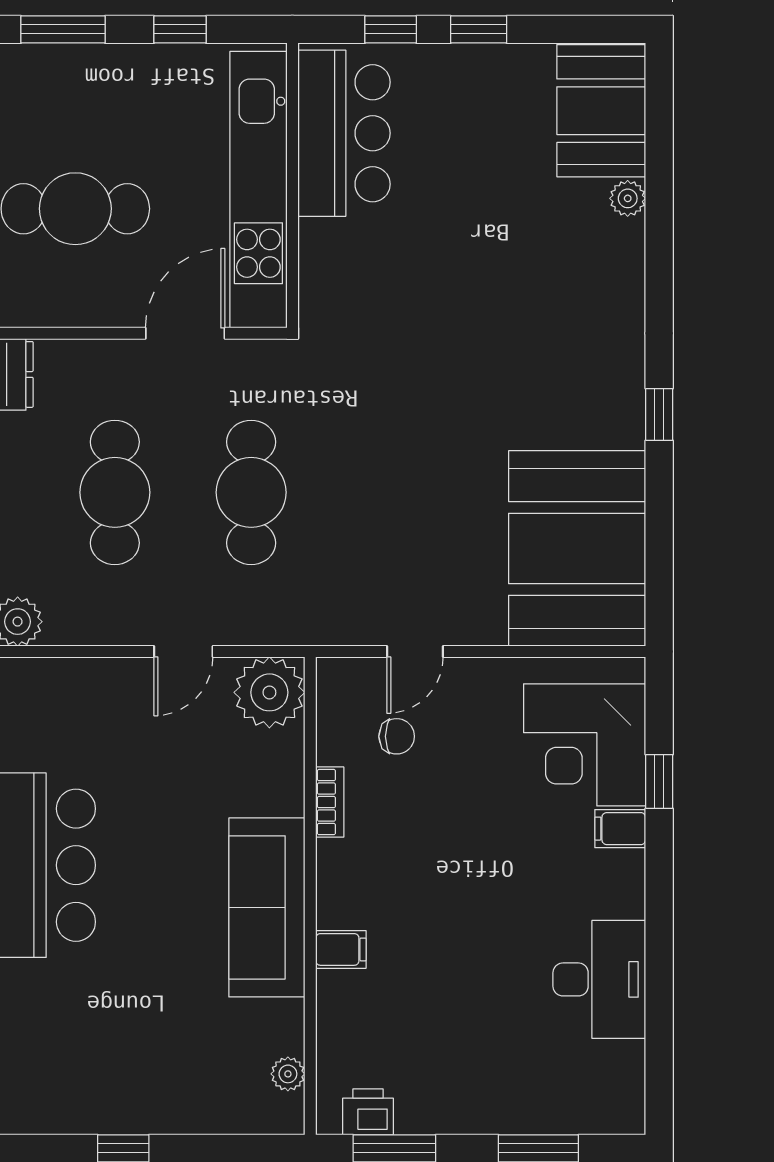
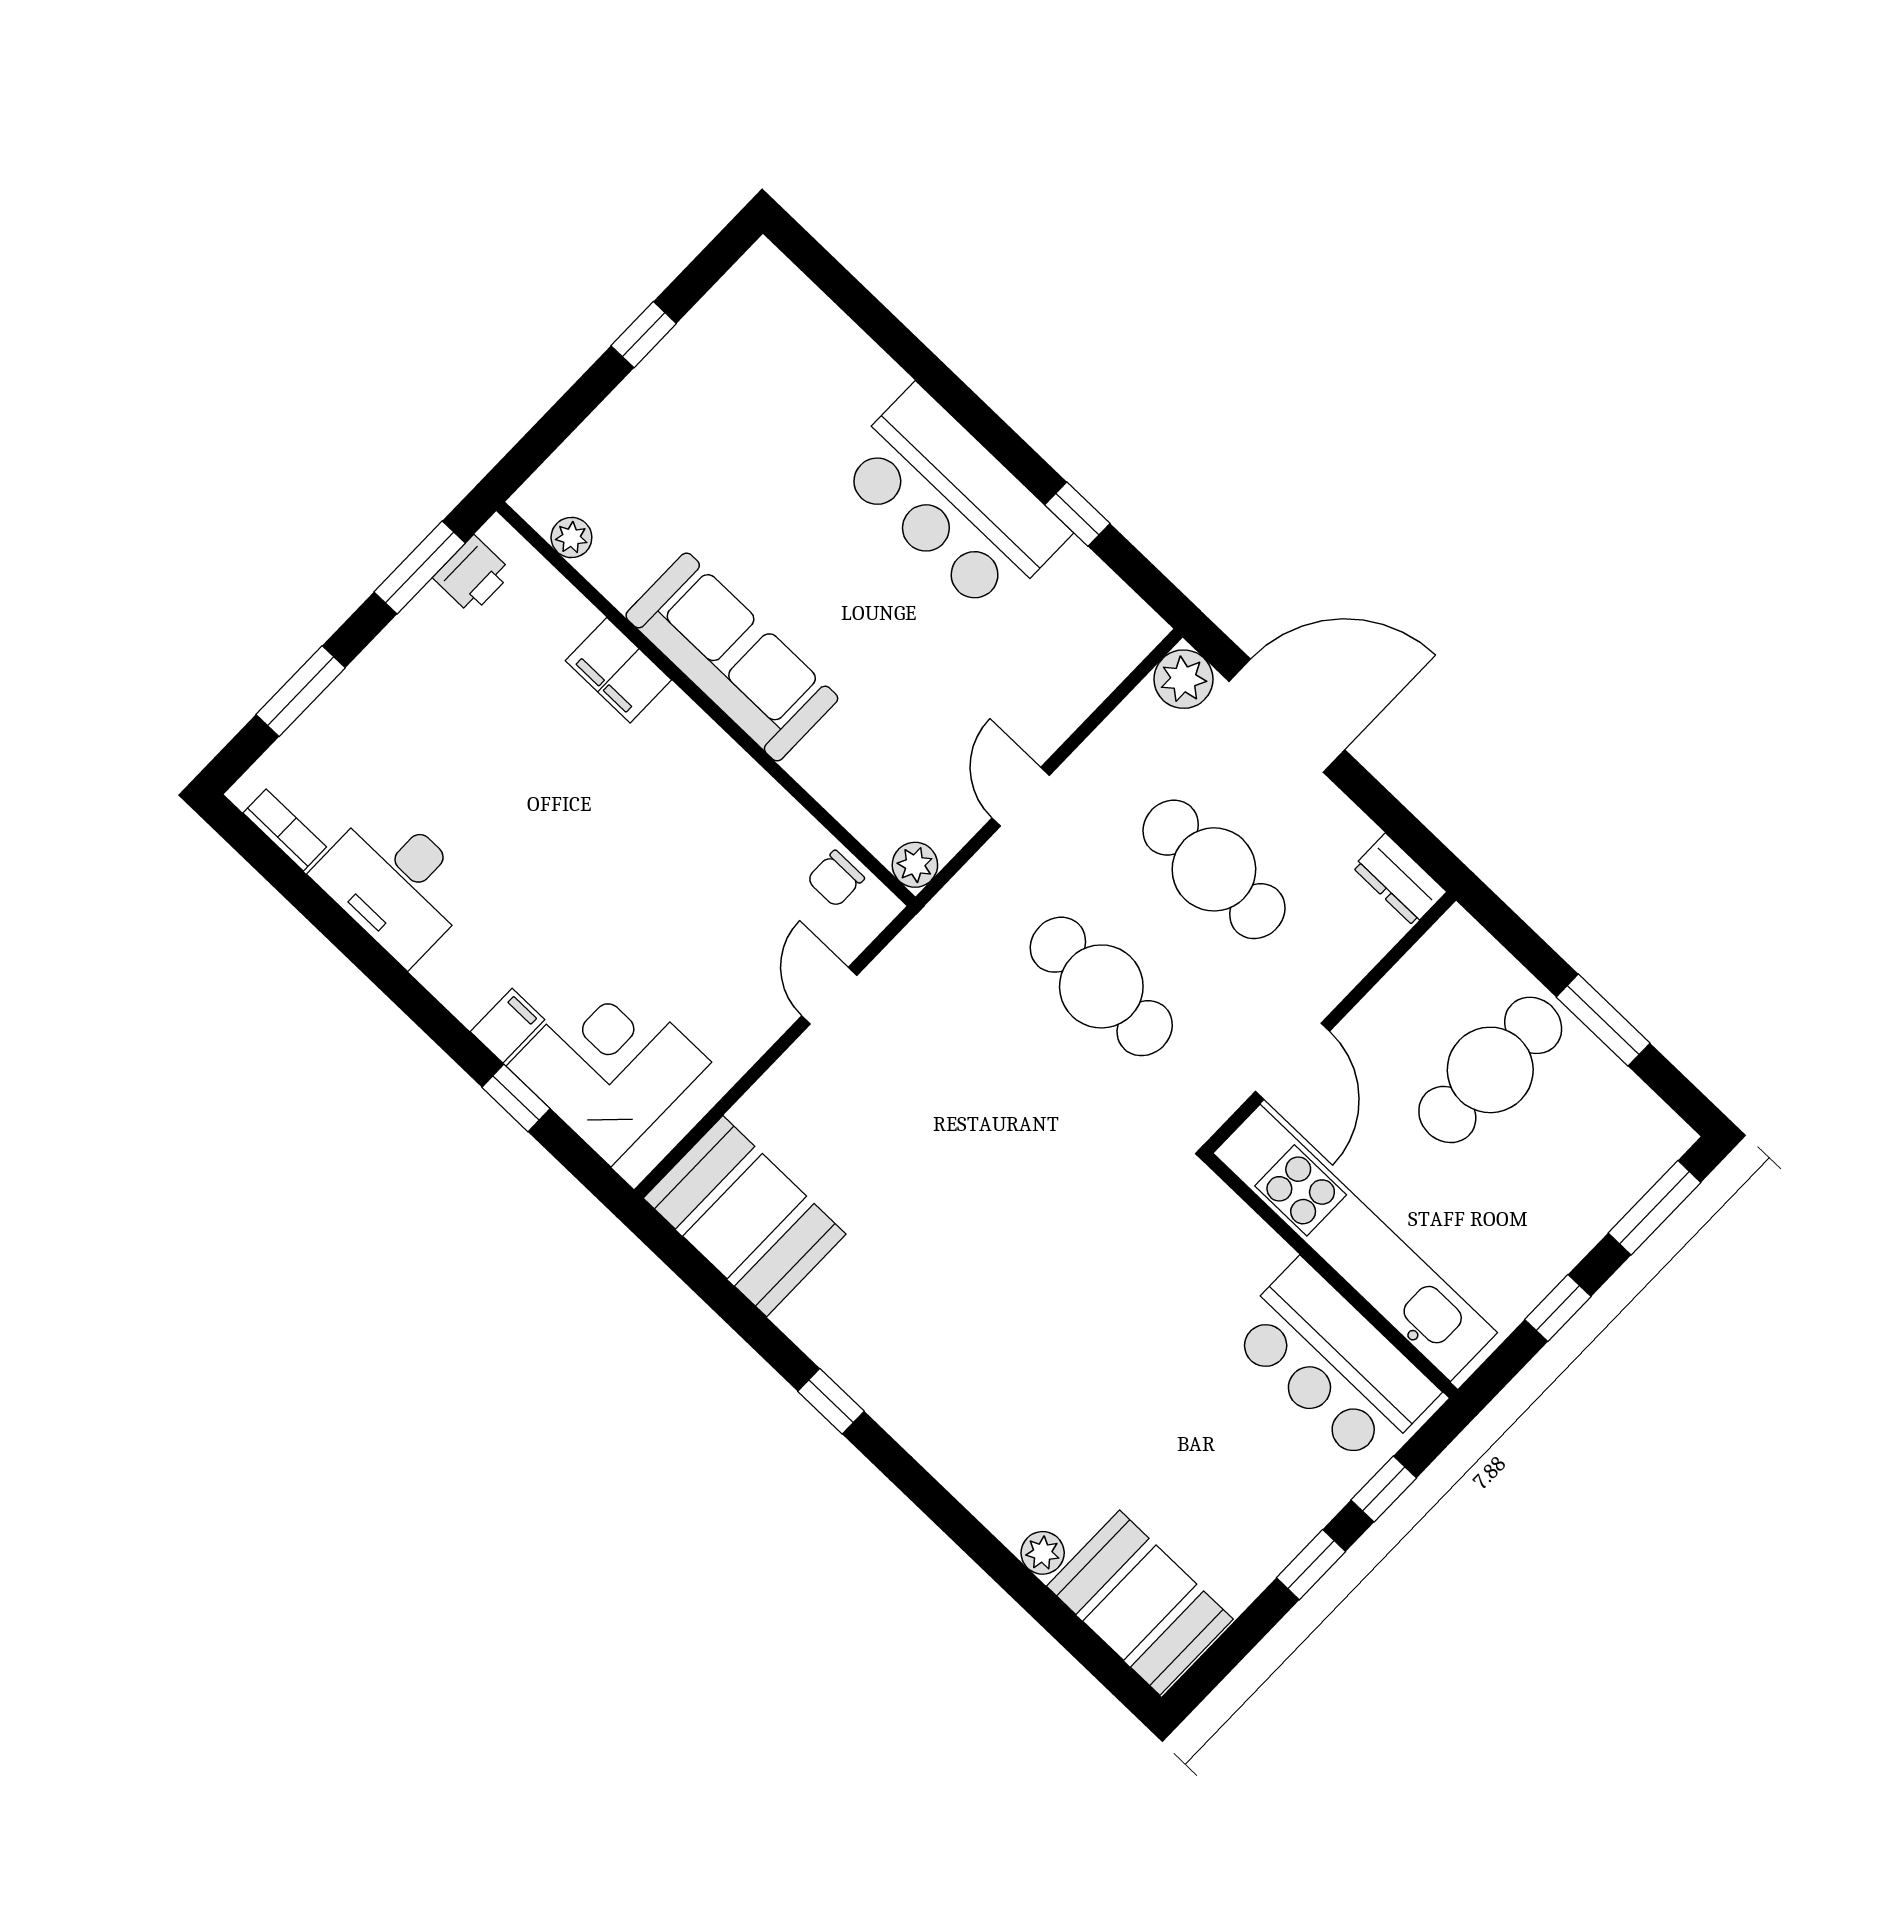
booth: (577, 548) -> (745, 1216), width x0.73, depth x0.70
plant: (269, 692) -> (915, 865), width x0.53, depth x0.53
chair: (397, 736) -> (836, 879), moved
bookcase: (330, 802) -> (285, 830), moved, turned 180
filing cabinet: (341, 949) -> (618, 670), width x2.00

